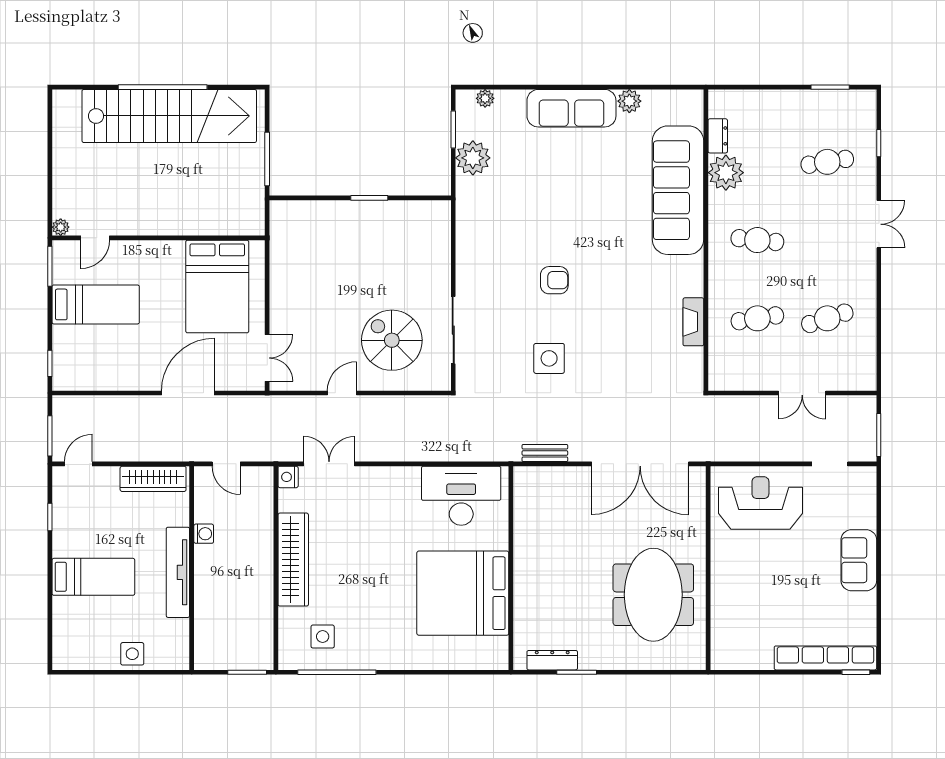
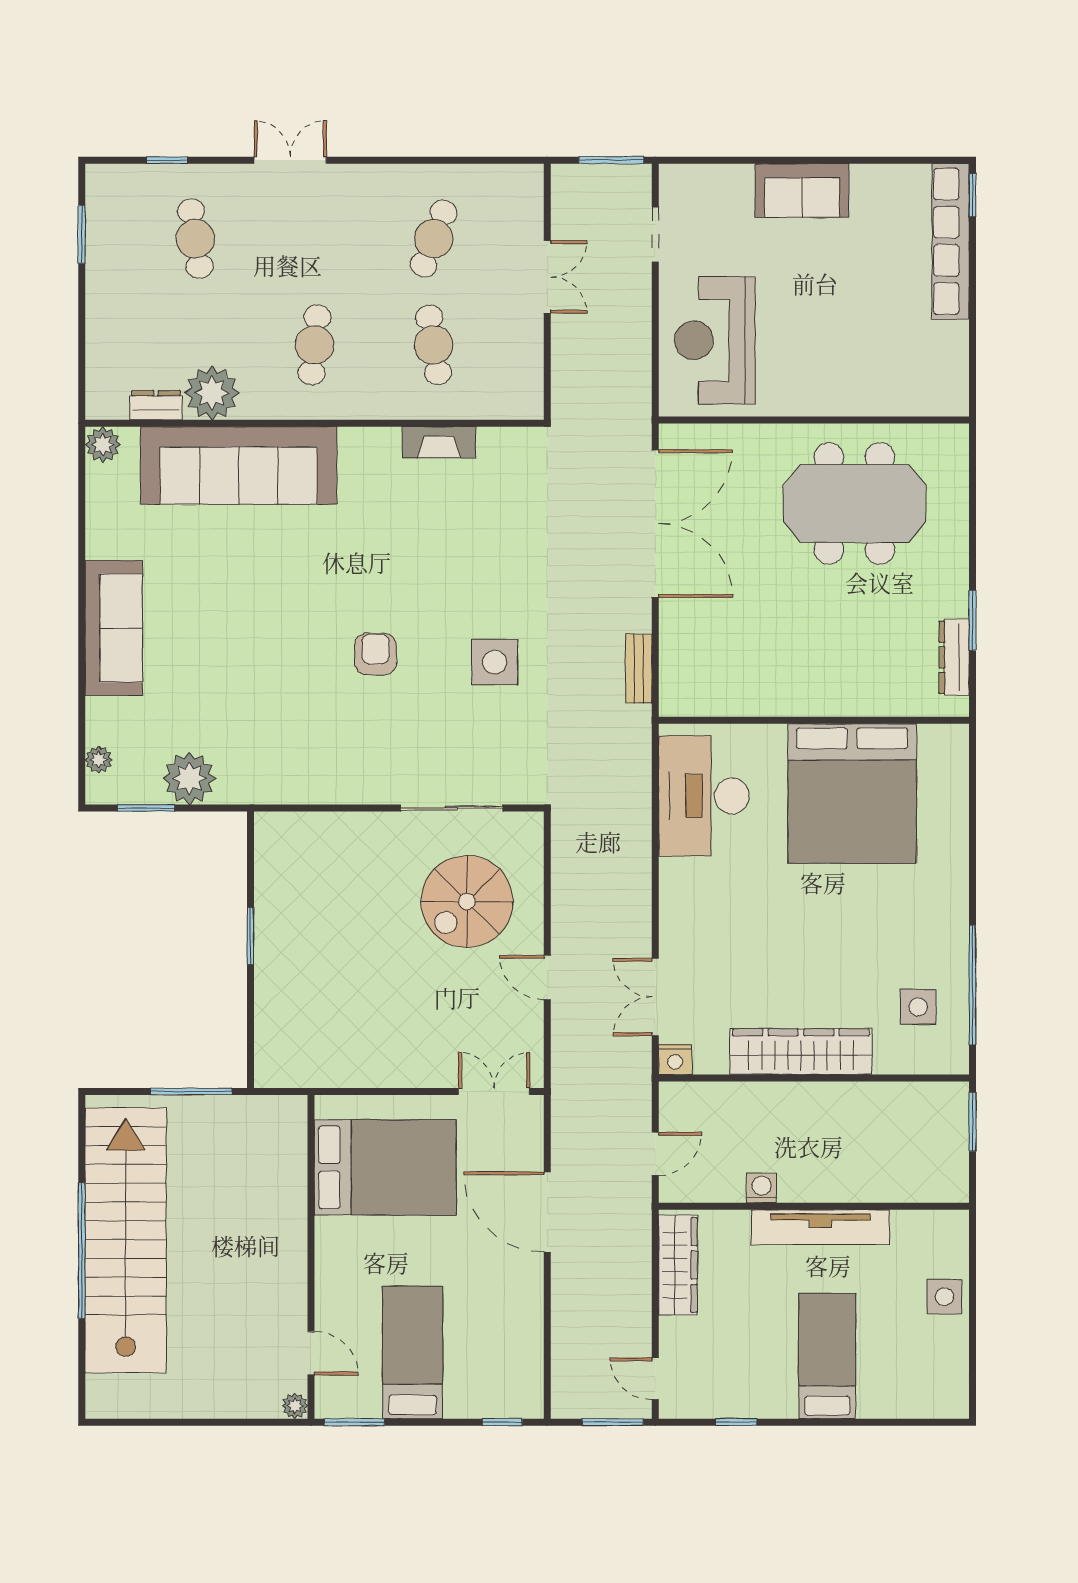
plant: (629, 101) -> (103, 445), moved
cafe table: (827, 318) -> (434, 239), turned 39

